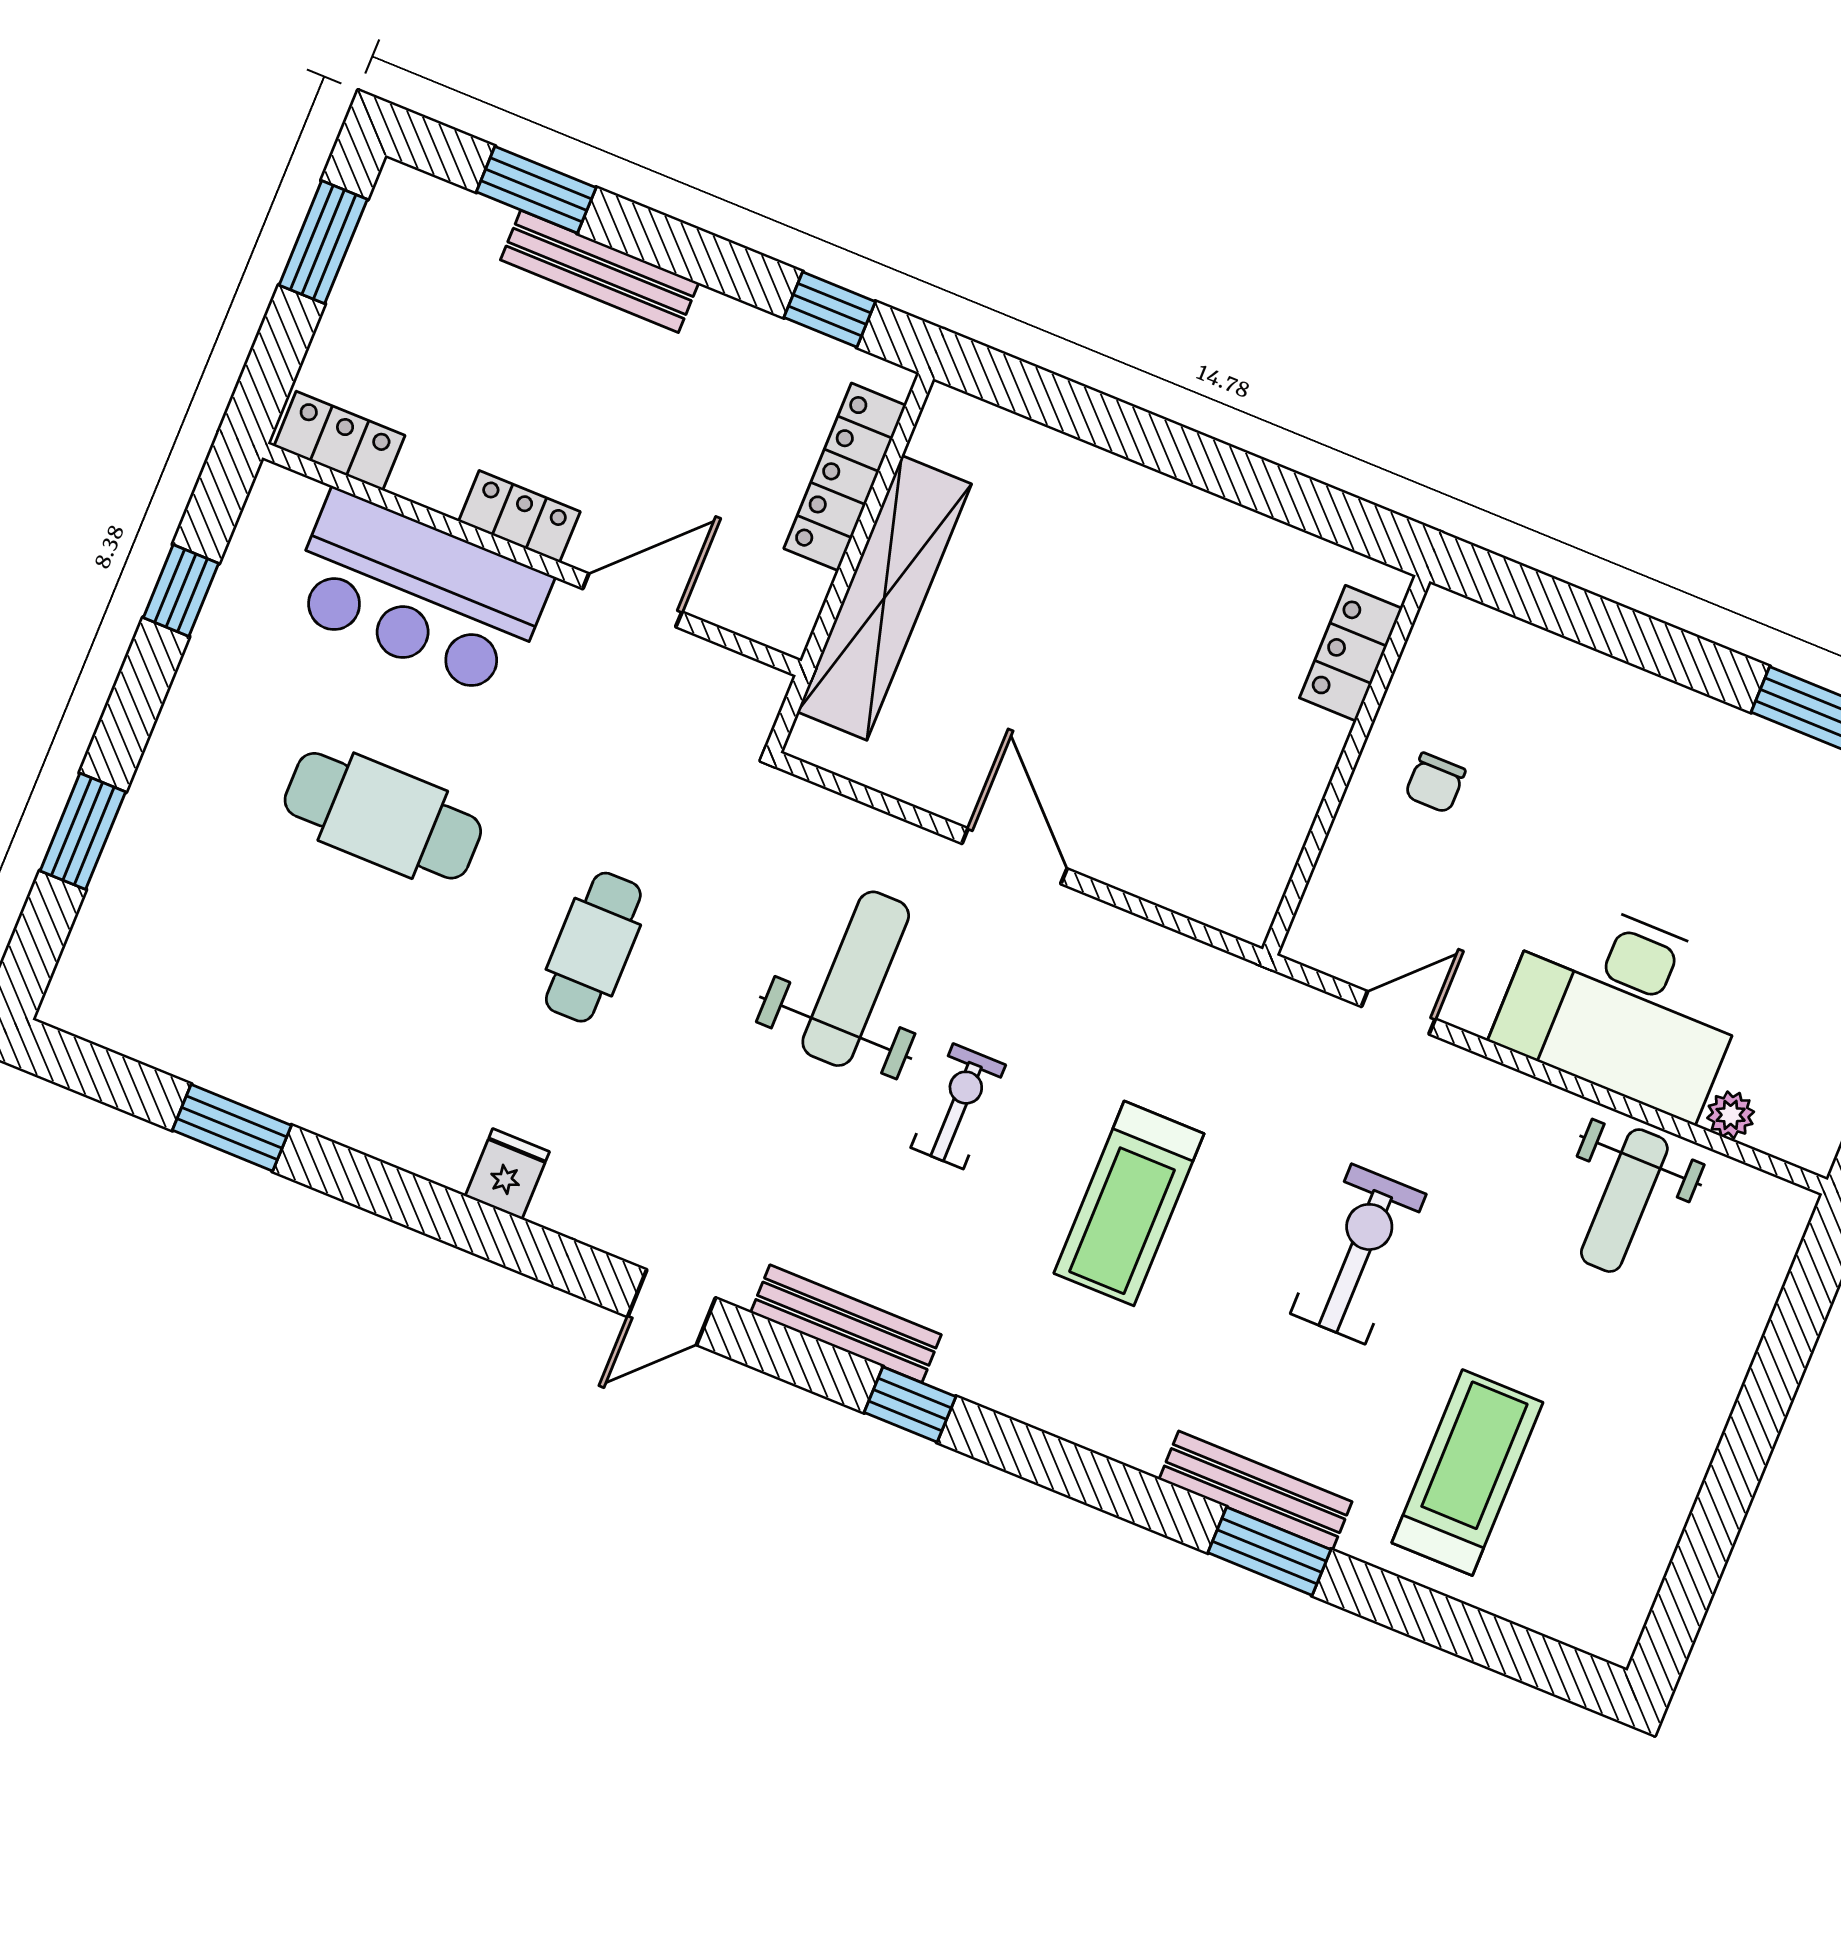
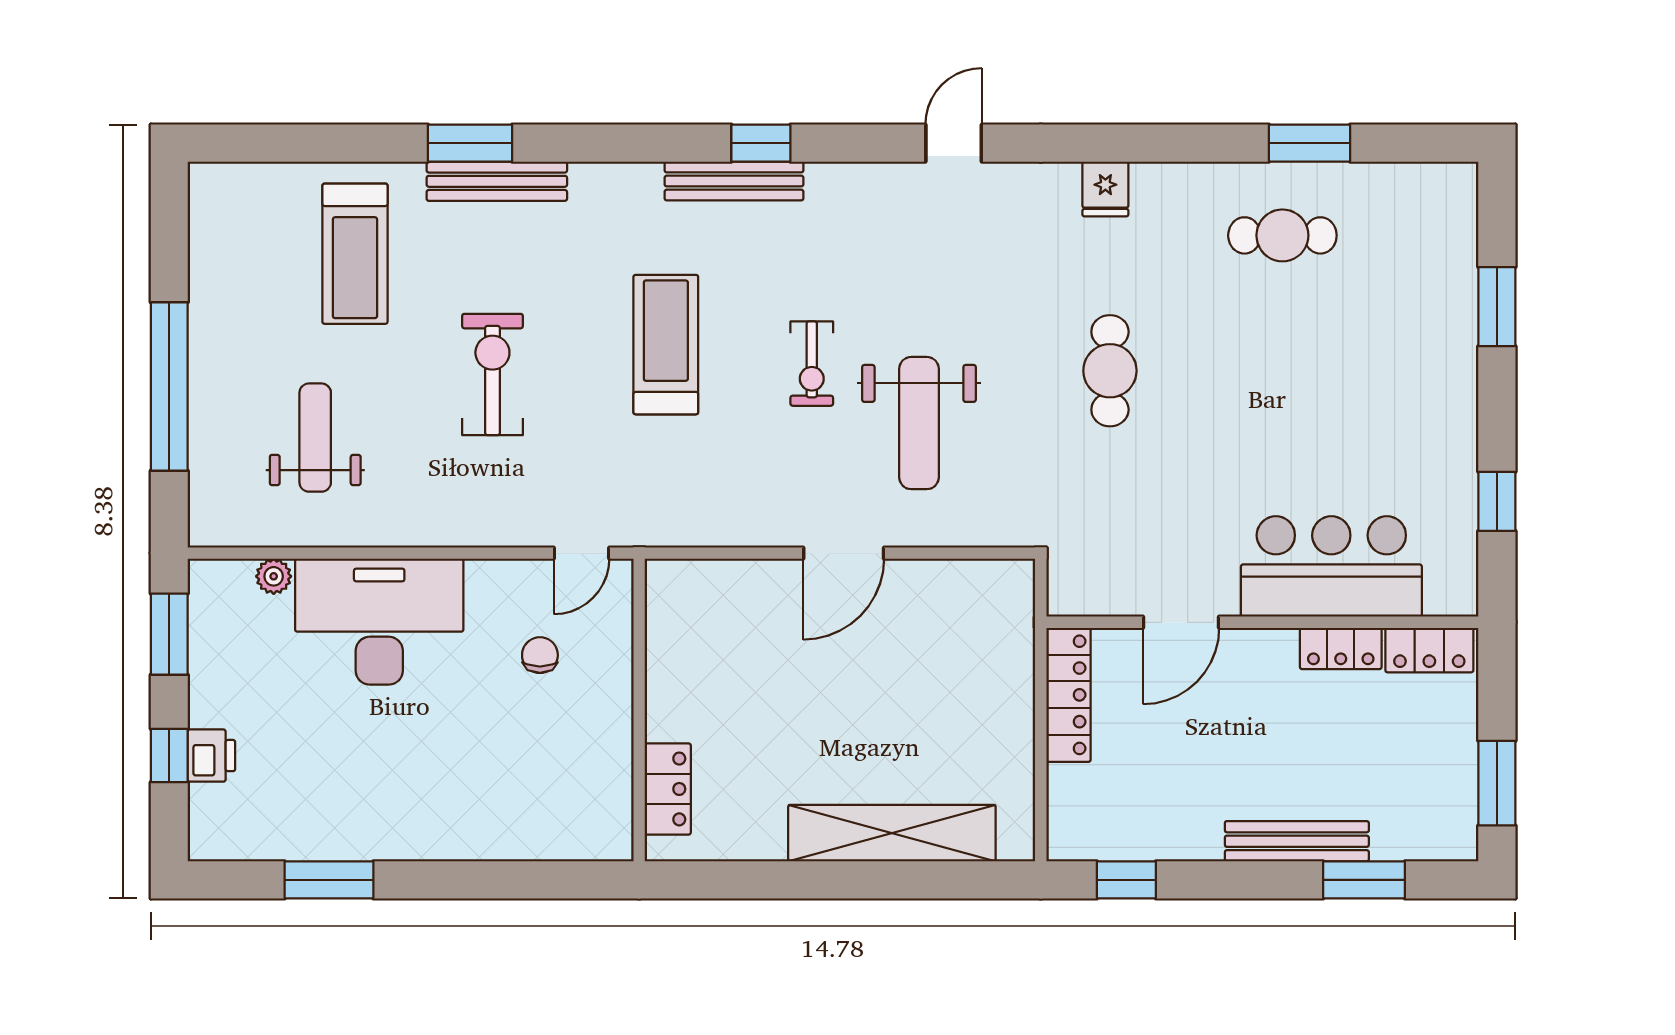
locker: (845, 477) -> (1068, 695), moved
locker: (519, 516) -> (1341, 648), moved
shelving: (884, 598) -> (892, 833), moved, turned 90
chair: (1435, 783) -> (540, 655), moved
cafe table: (383, 816) -> (1282, 235), moved, width x0.73, depth x0.74
door: (1014, 856) -> (844, 553), hinge flipped
door: (1398, 1013) -> (581, 553), moved
weight bench: (1624, 1201) -> (315, 438), moved
exercise bike: (1358, 1254) -> (492, 374), turned 180
bench: (846, 1324) -> (734, 181), moved
window: (1764, 1402) -> (169, 387), added

